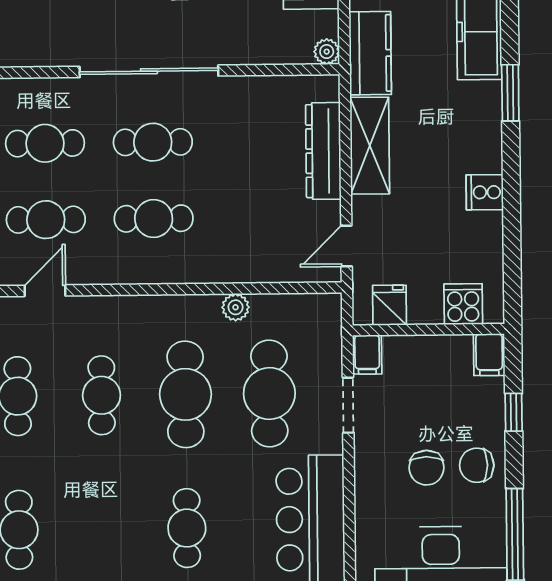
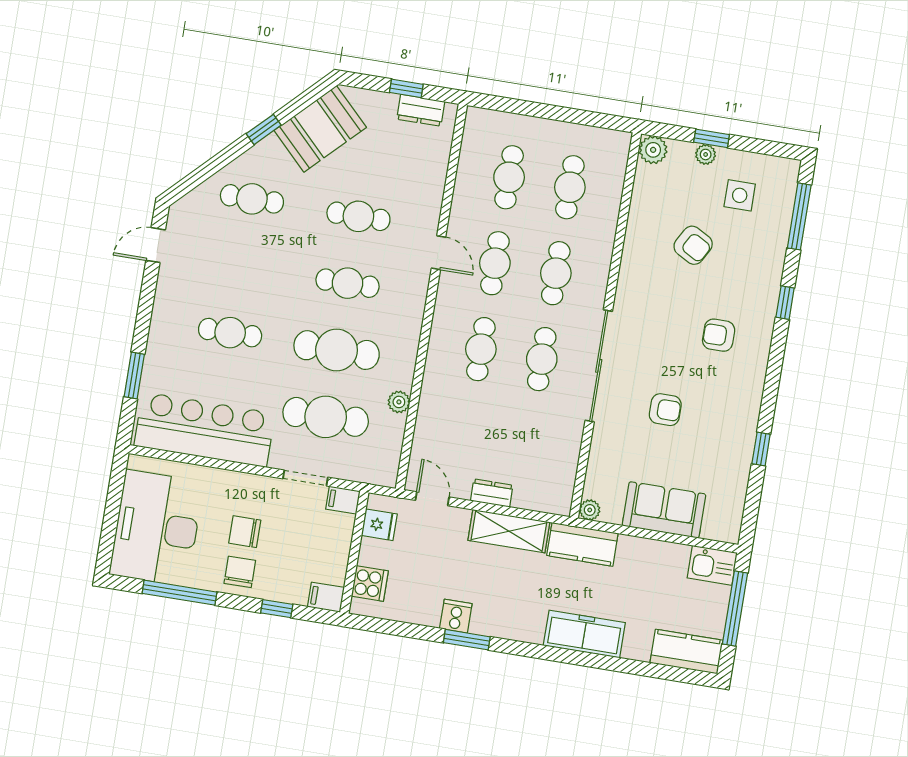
window: (510, 93) -> (467, 640), moved
dresser: (323, 151) -> (492, 493), width x0.51, depth x0.80

